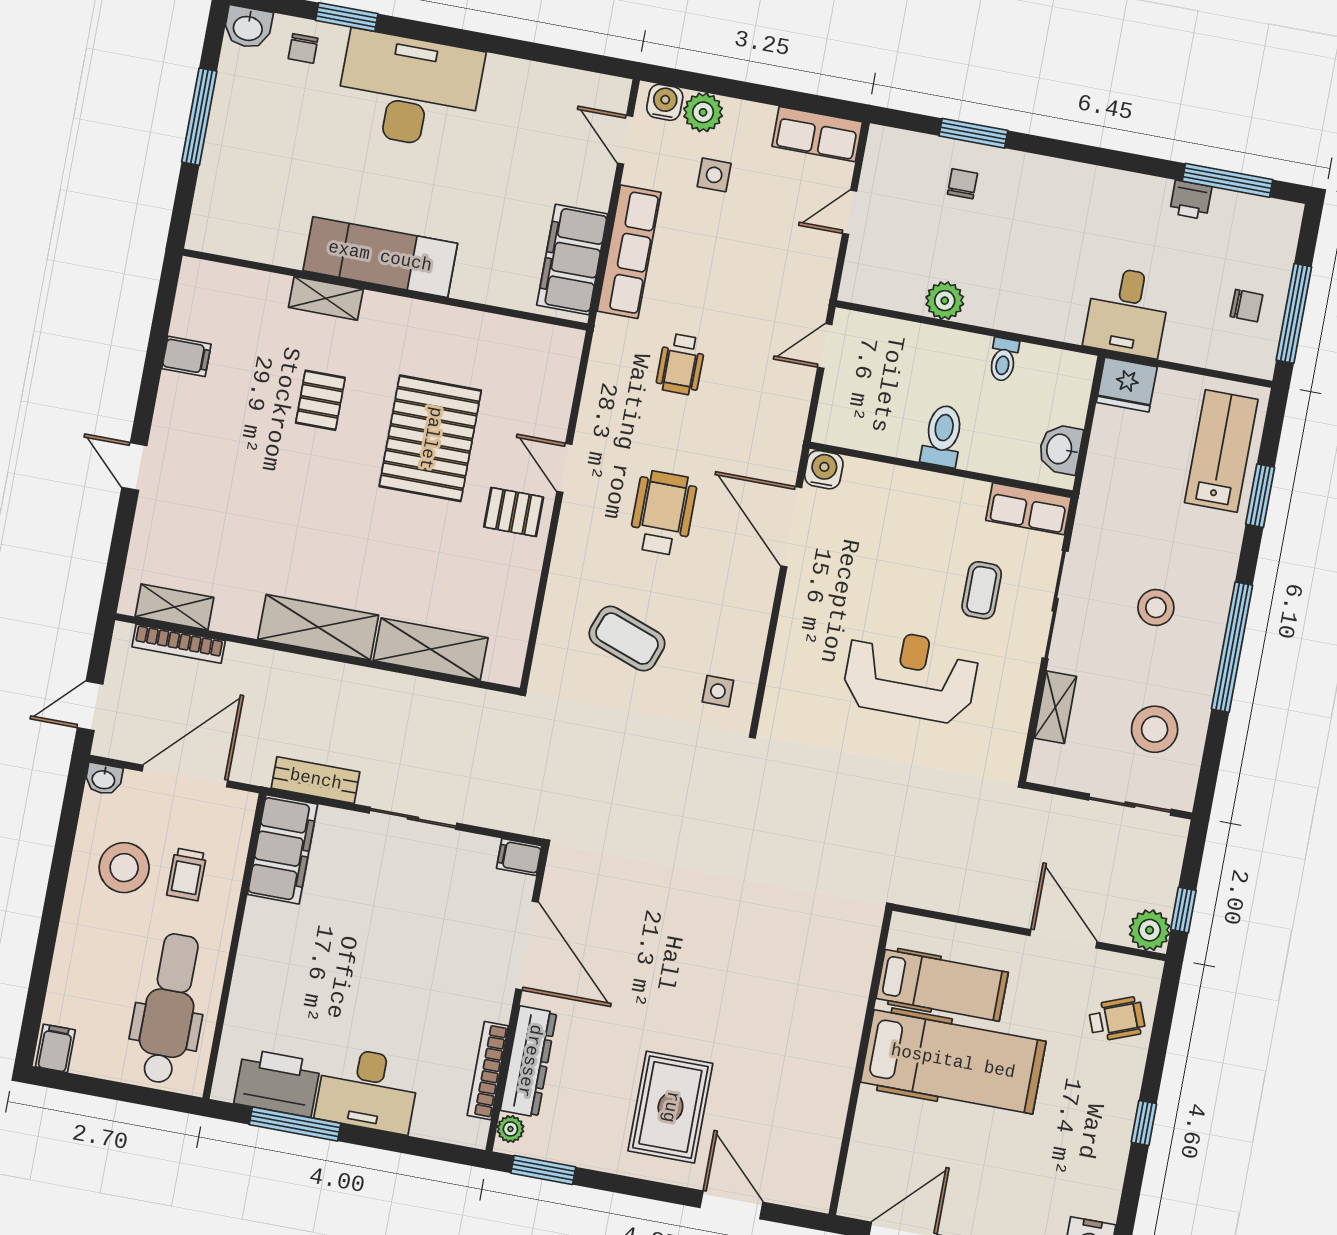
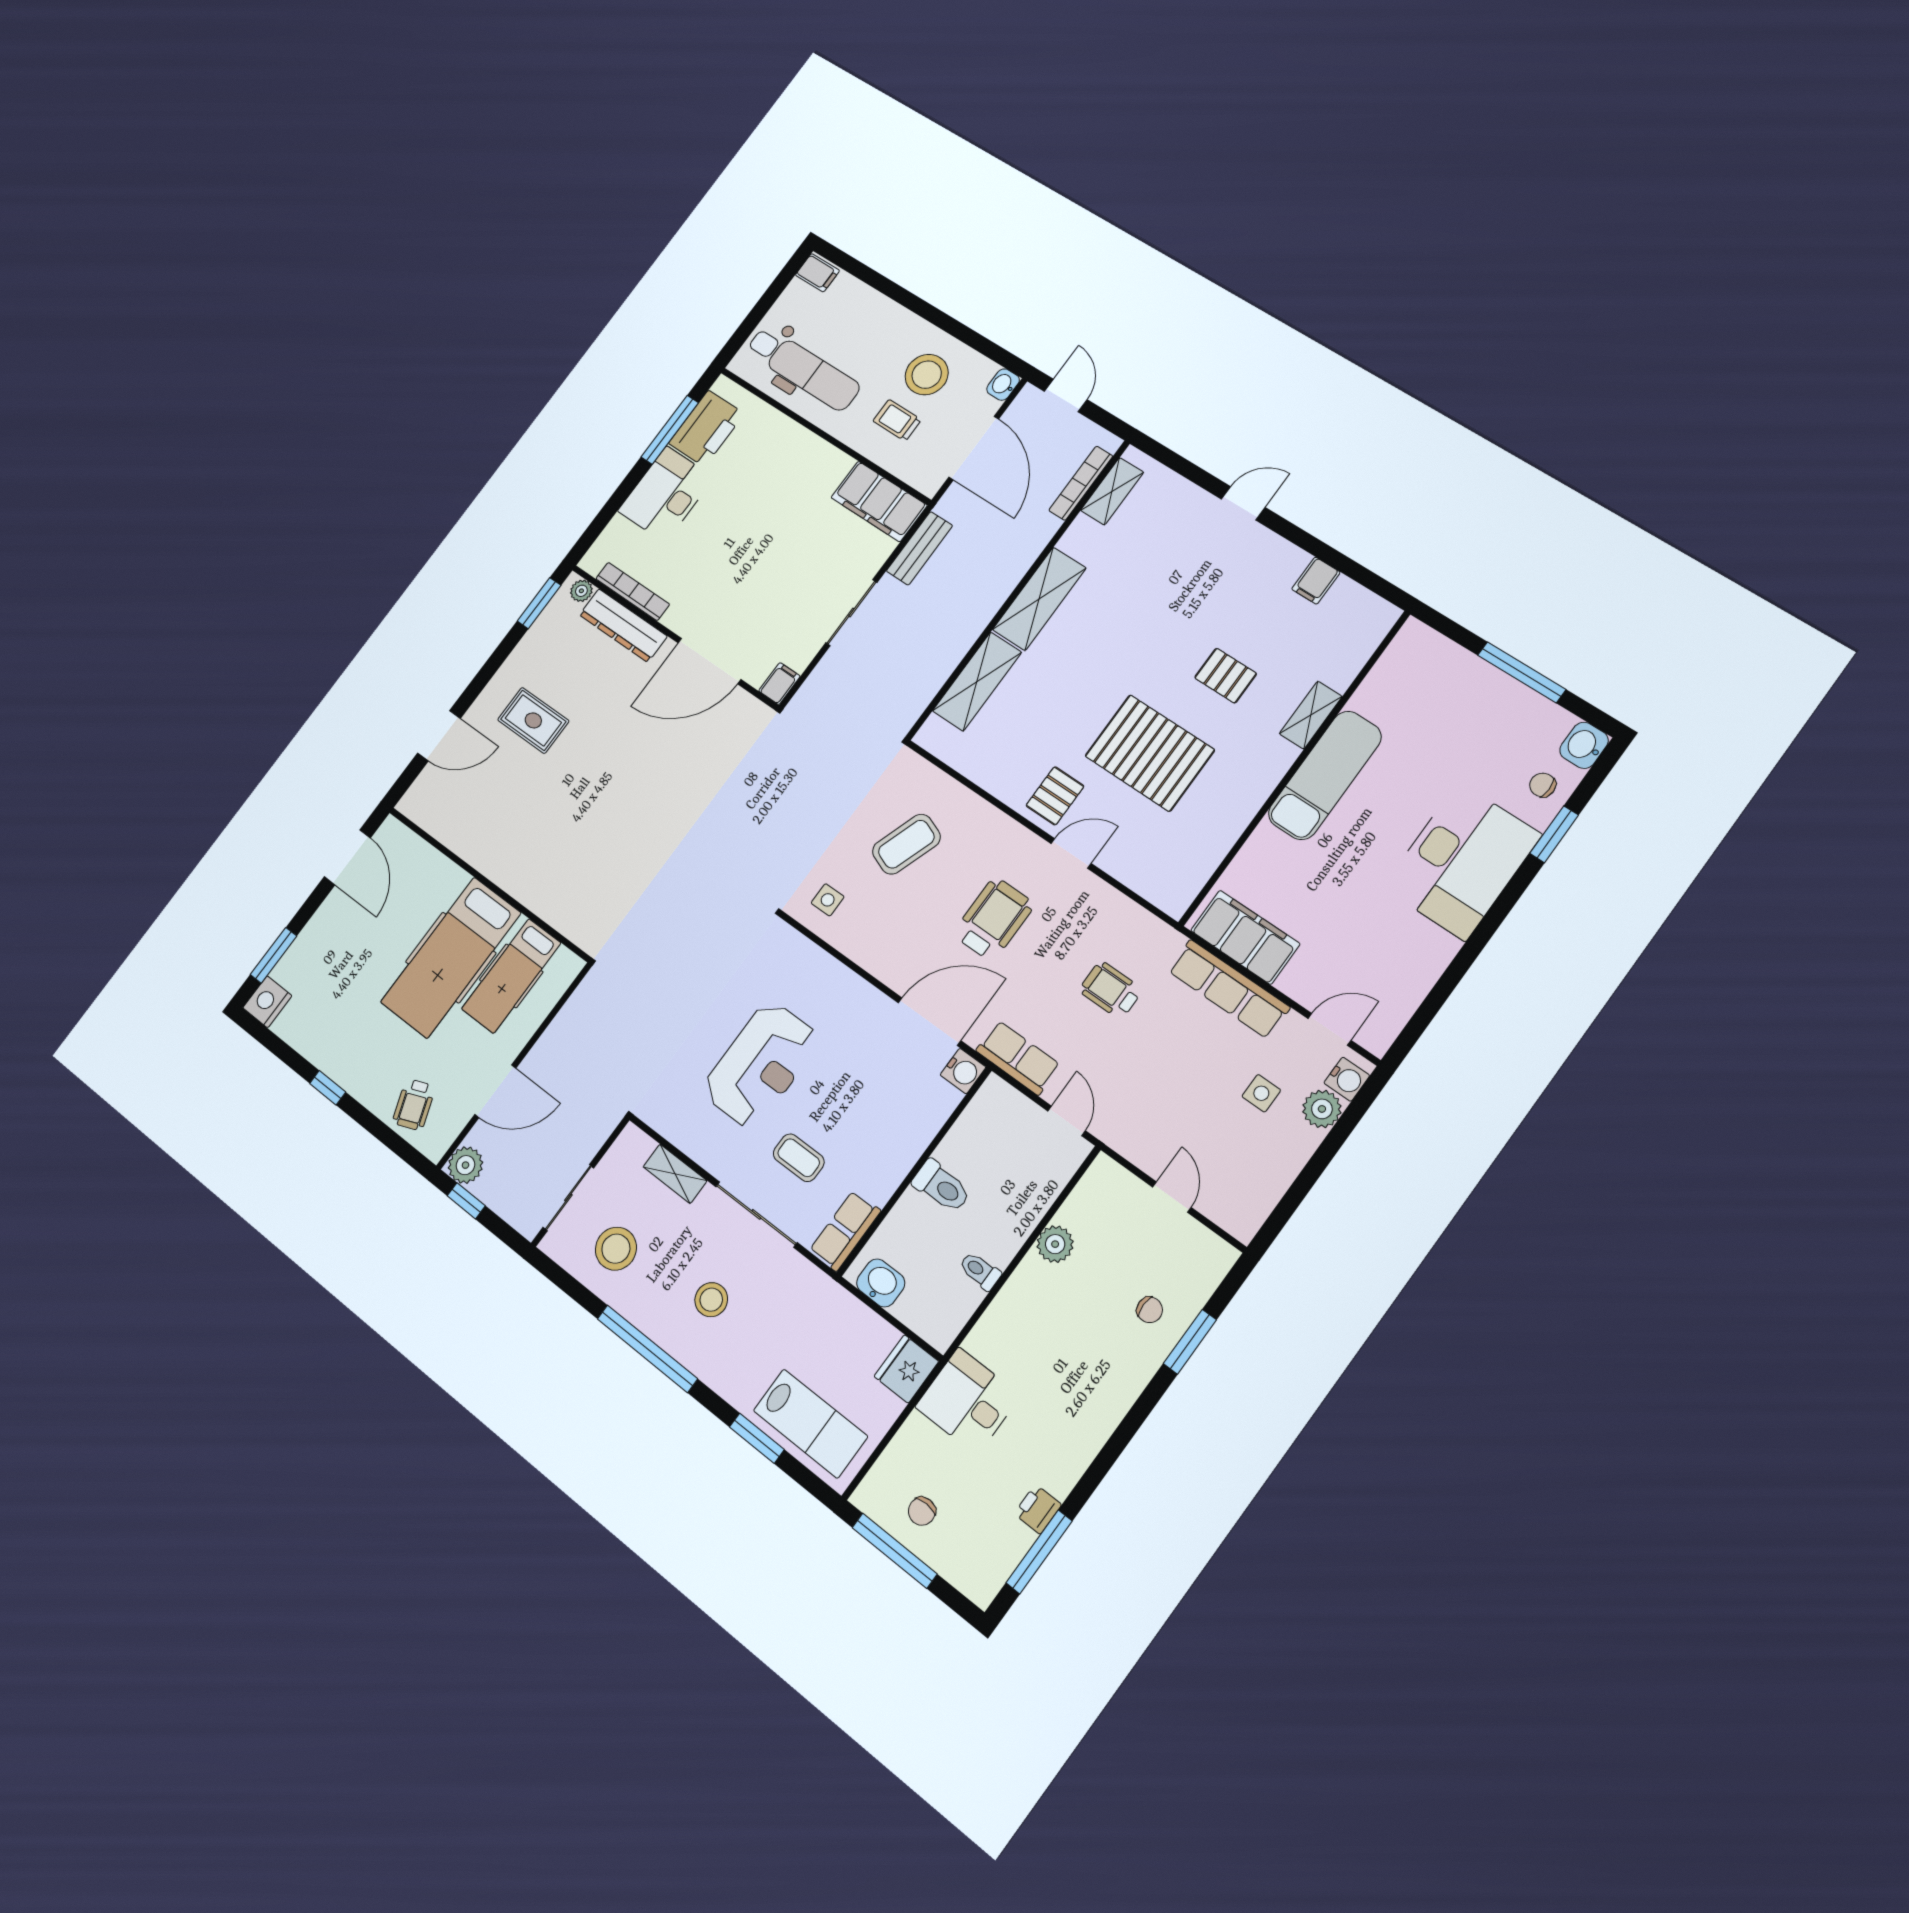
row of seats: (817, 134) -> (1018, 1058), moved, turned 90
wheelchair: (663, 513) -> (994, 919), turned -90
rug: (670, 1107) -> (533, 720), width x0.73, depth x0.70

